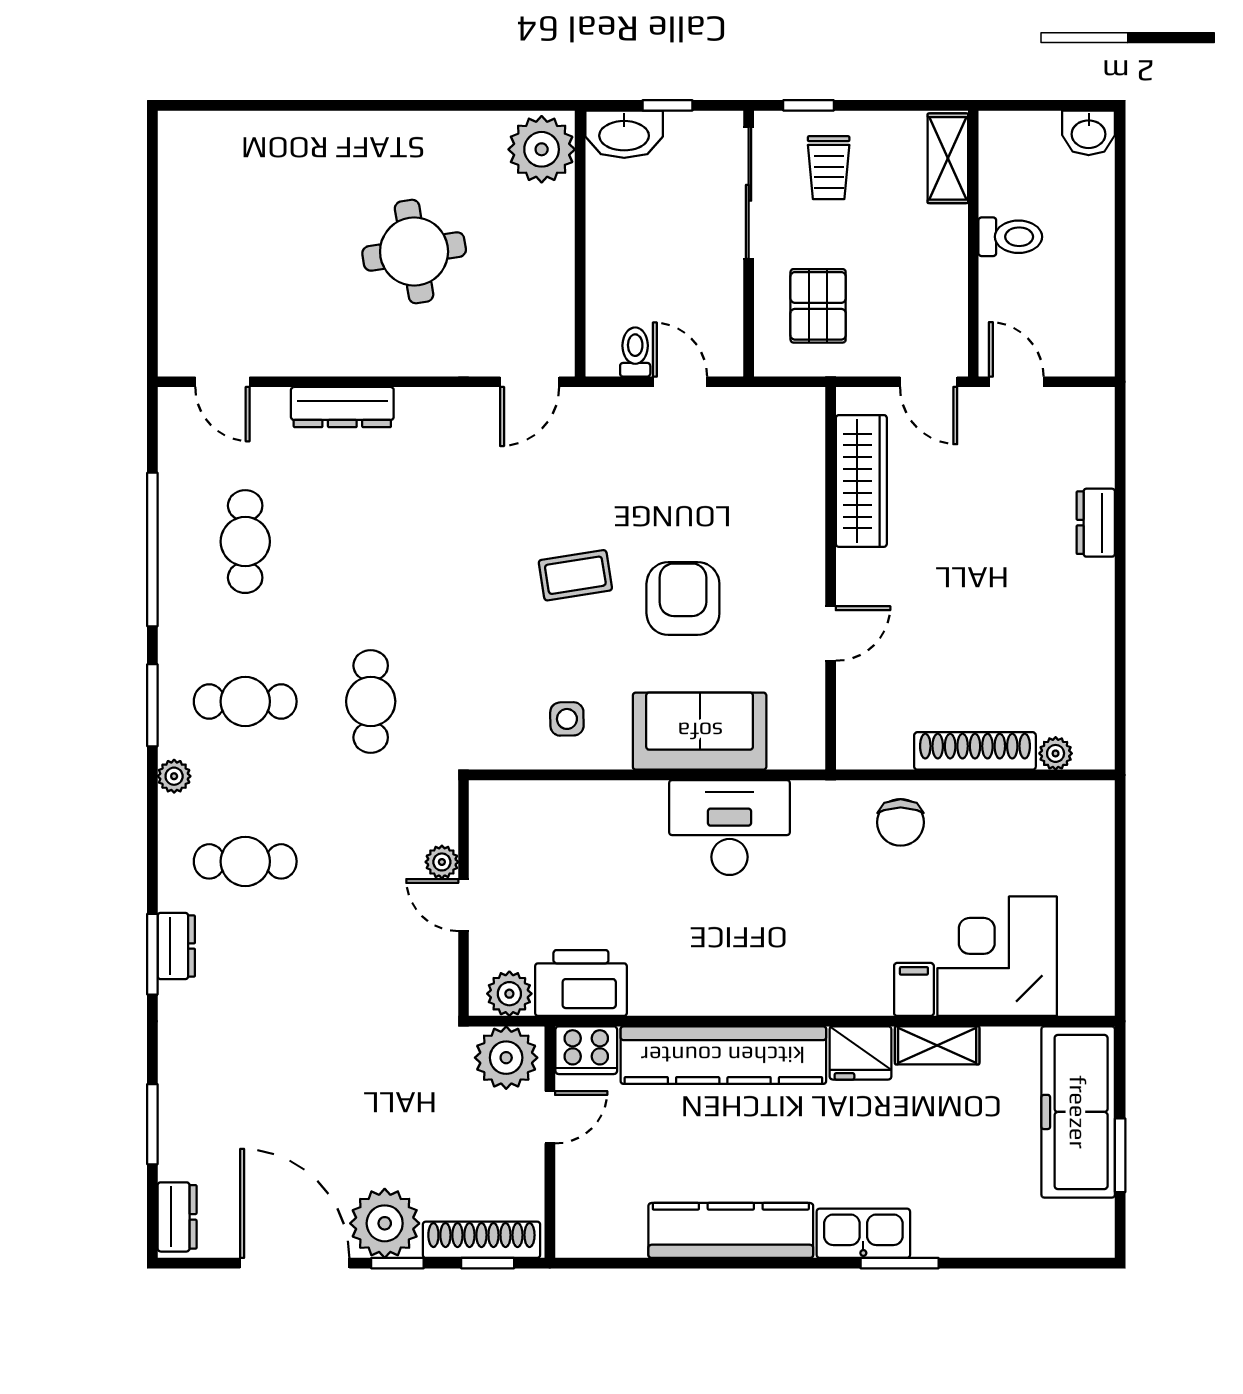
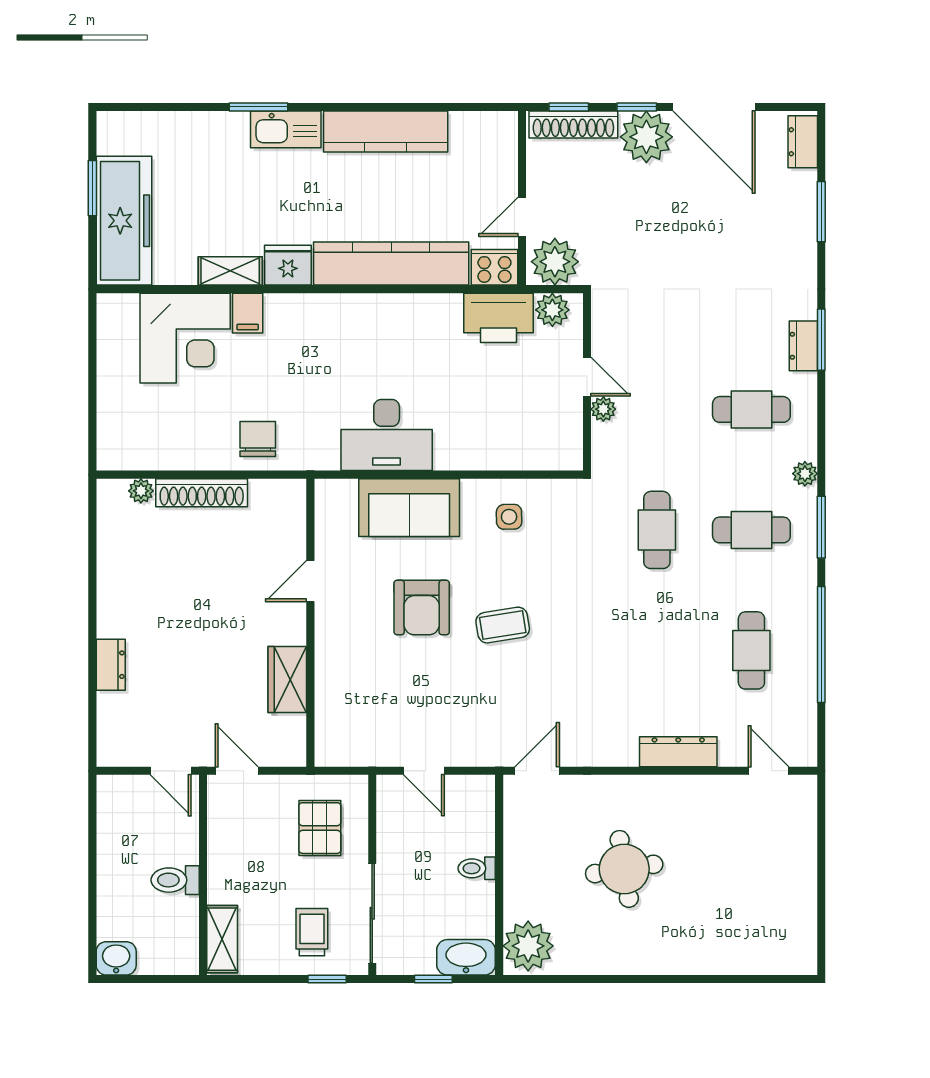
toilet: (635, 352) -> (477, 868), moved, turned 90
wardrobe: (861, 481) -> (287, 680), width x0.67

